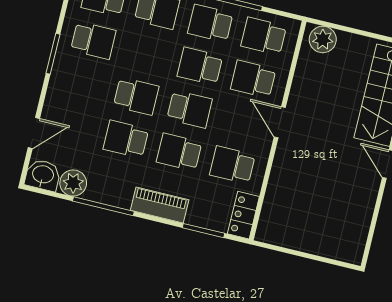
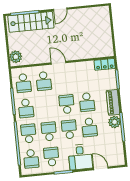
school desk: (200, 66) -> (49, 131), moved, turned 180
desk: (72, 99) -> (80, 157), added
door: (280, 122) -> (58, 63), swing flipped
school desk: (232, 165) -> (84, 77), removed
washbasin: (43, 175) -> (118, 158), removed
plant: (73, 183) -> (115, 122), moved

